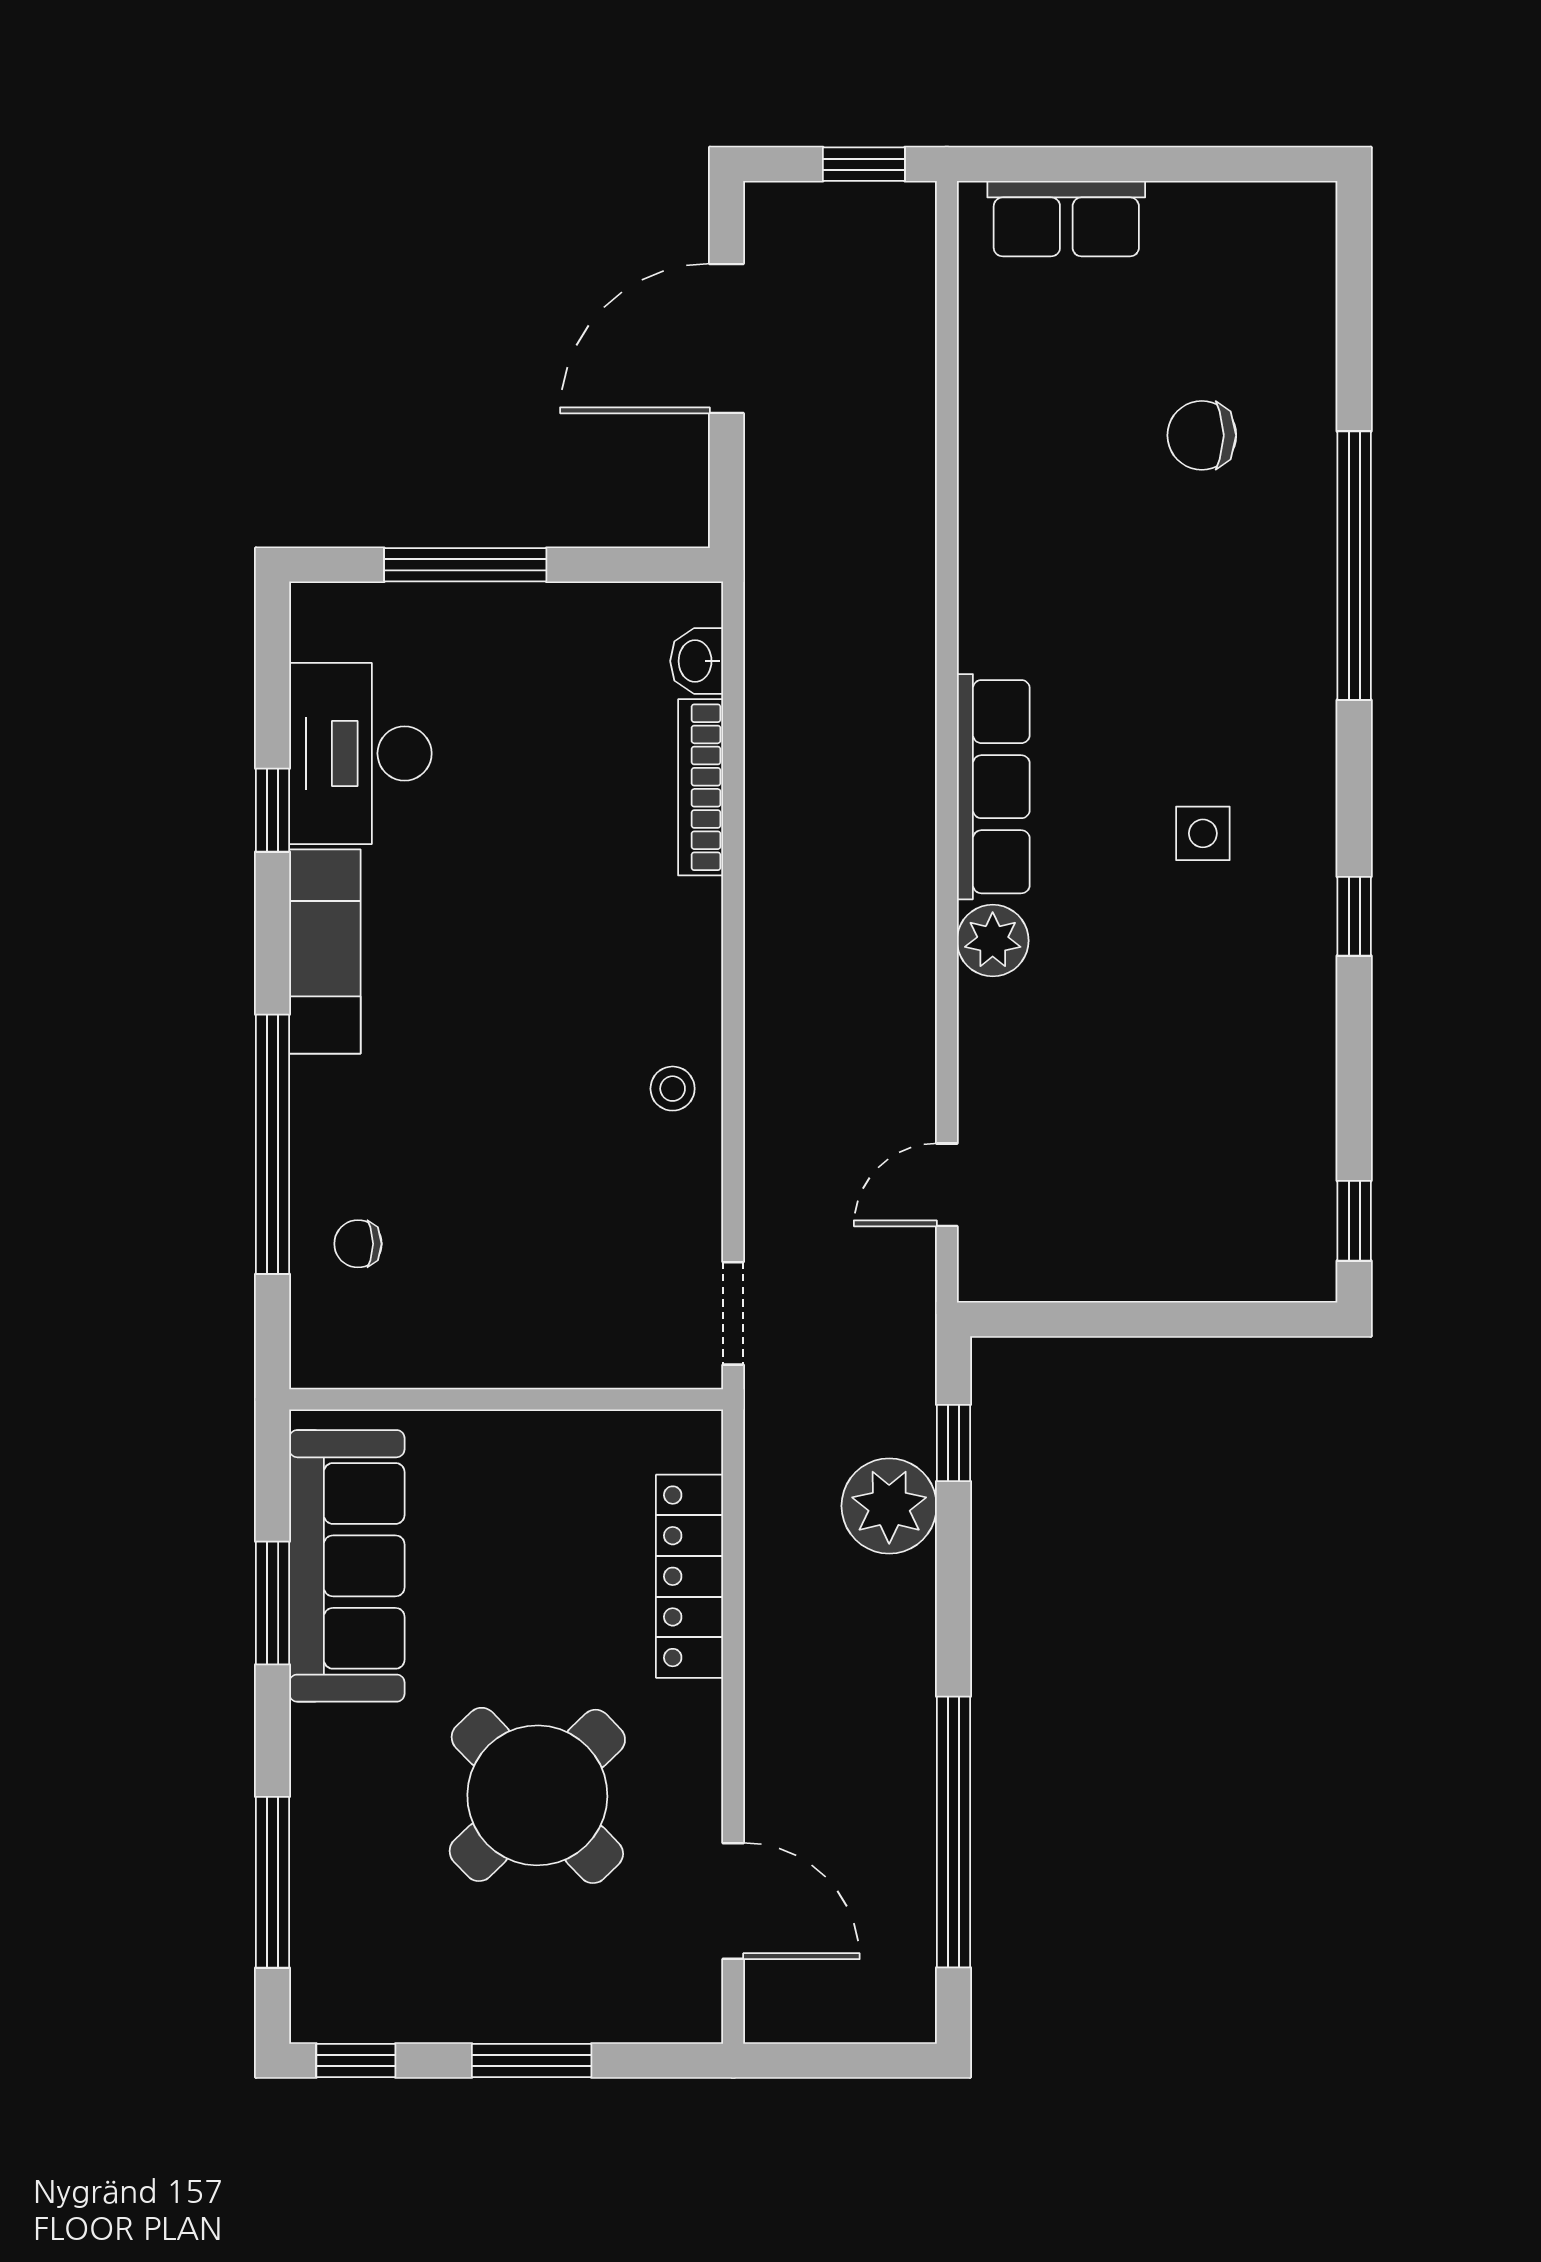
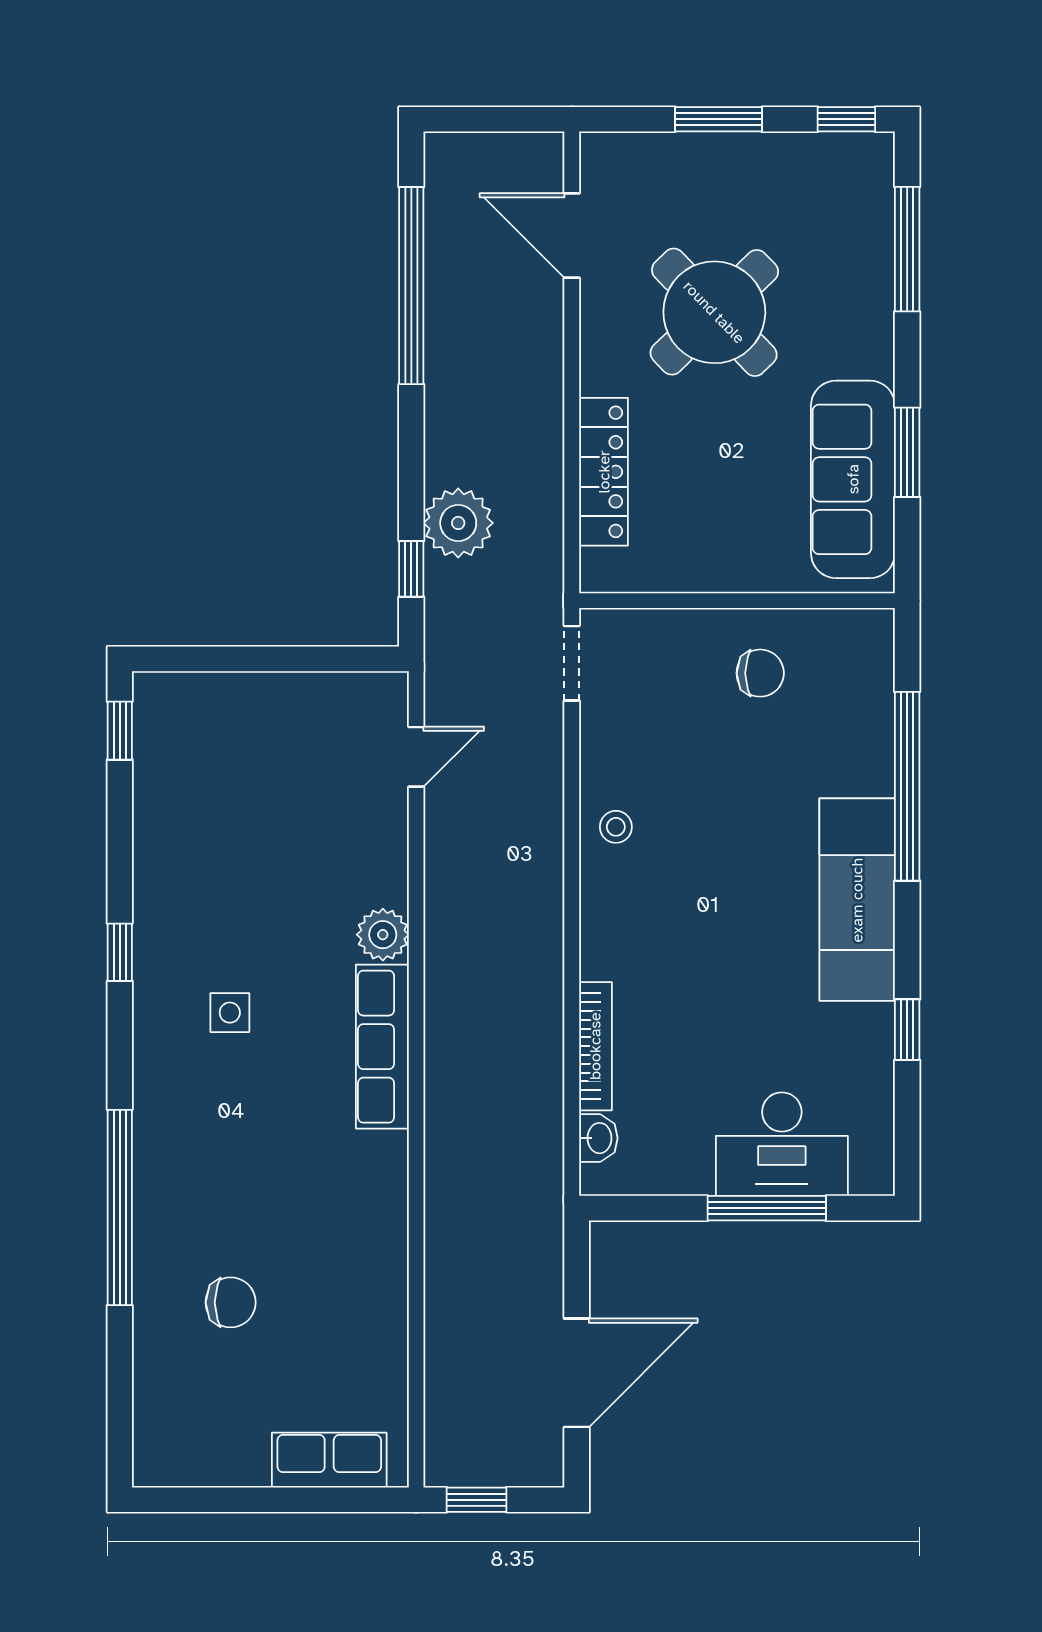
desk: (360, 753) -> (782, 1144), moved, turned 90
exam couch: (325, 952) -> (857, 900), width x1.36, depth x1.45
chair: (358, 1244) -> (760, 673), moved, width x1.37, depth x1.37

